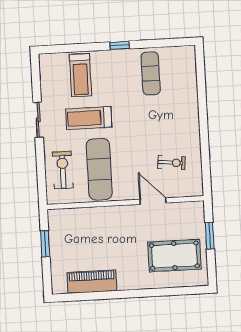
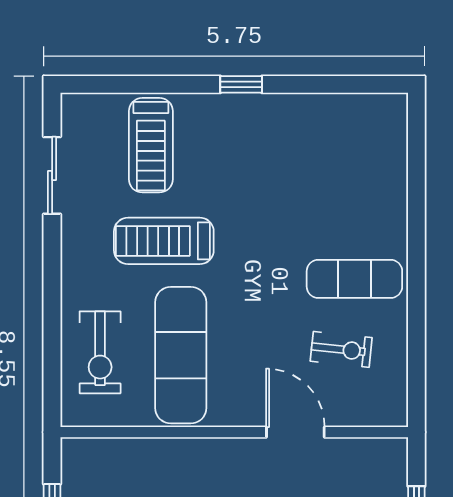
exercise mat: (151, 73) -> (354, 279), moved, turned 90
sliding door: (38, 120) -> (52, 175), moved
exercise bike: (63, 170) -> (100, 352), turned 180

